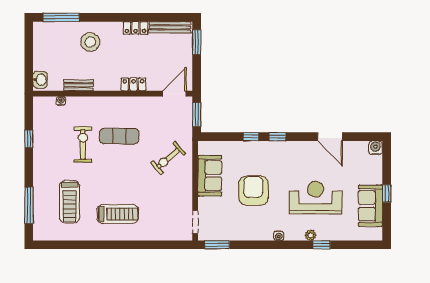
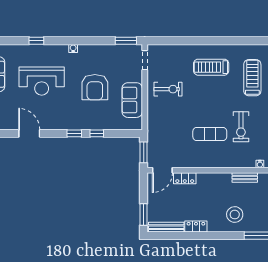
locker: (134, 84) -> (185, 178), moved
exercise bike: (168, 158) -> (168, 89), moved, turned 41
plant: (311, 235) -> (46, 49), removed

